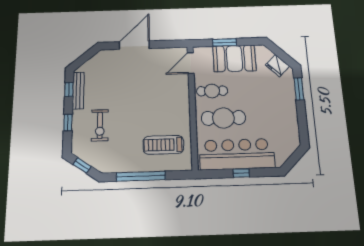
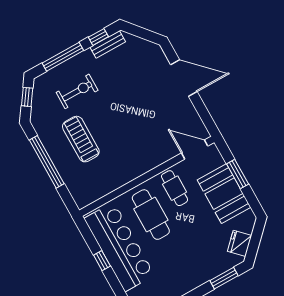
bench: (78, 91) -> (108, 44), width x0.73
window: (68, 123) -> (63, 57), width x2.17
exercise bike: (100, 125) -> (77, 91), turned 180
treadmill: (163, 145) -> (81, 139), moved

